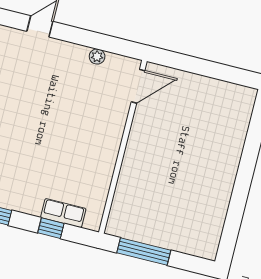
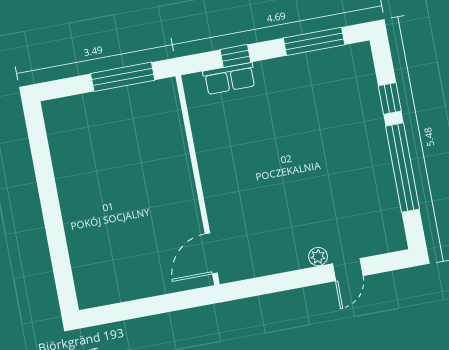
plant: (97, 57) -> (318, 257), moved

